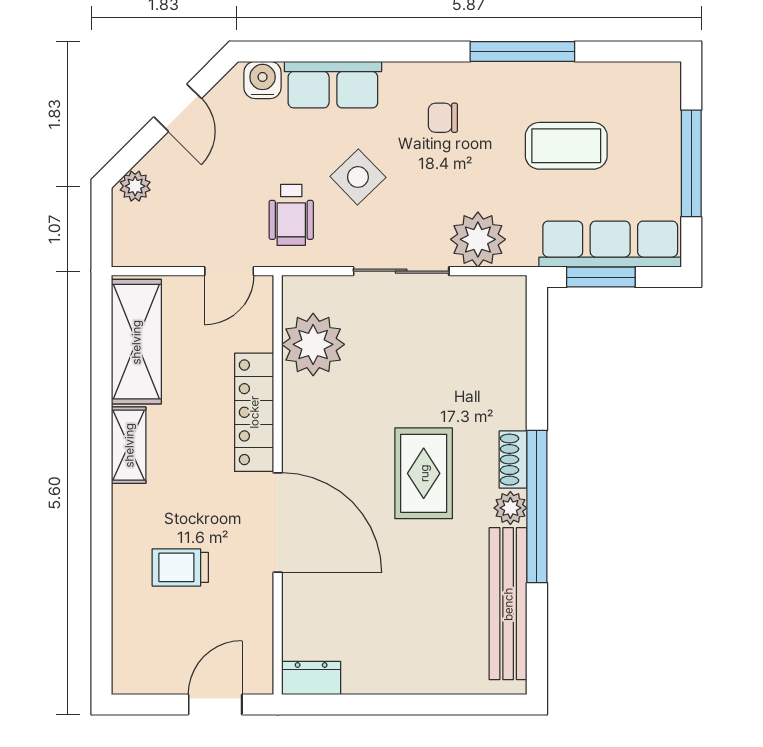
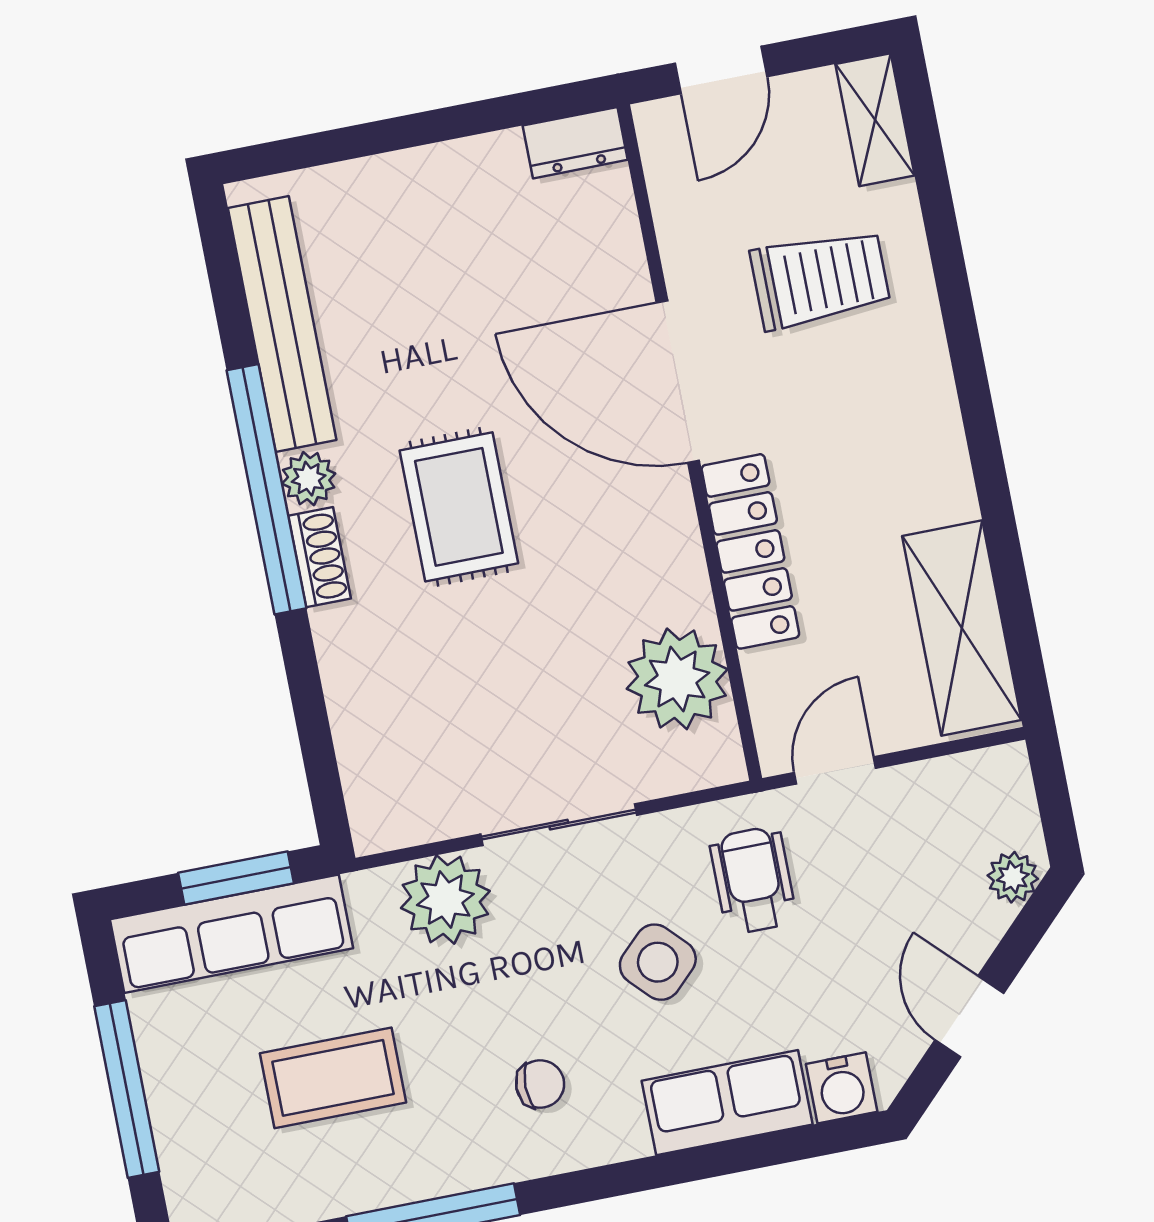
shelving: (129, 445) -> (875, 120), moved
trolley: (180, 567) -> (820, 279), width x1.36, depth x1.39

